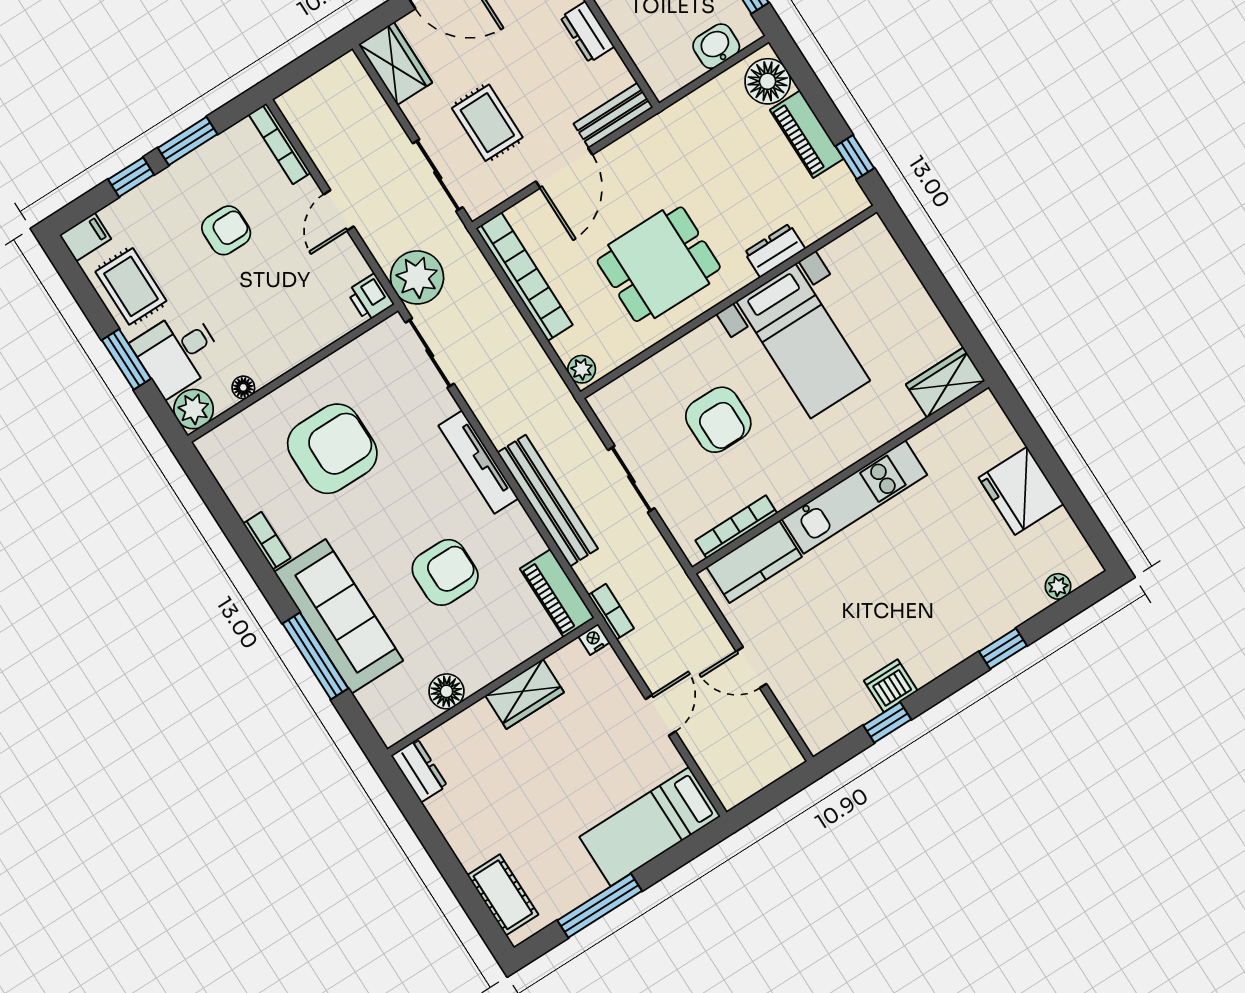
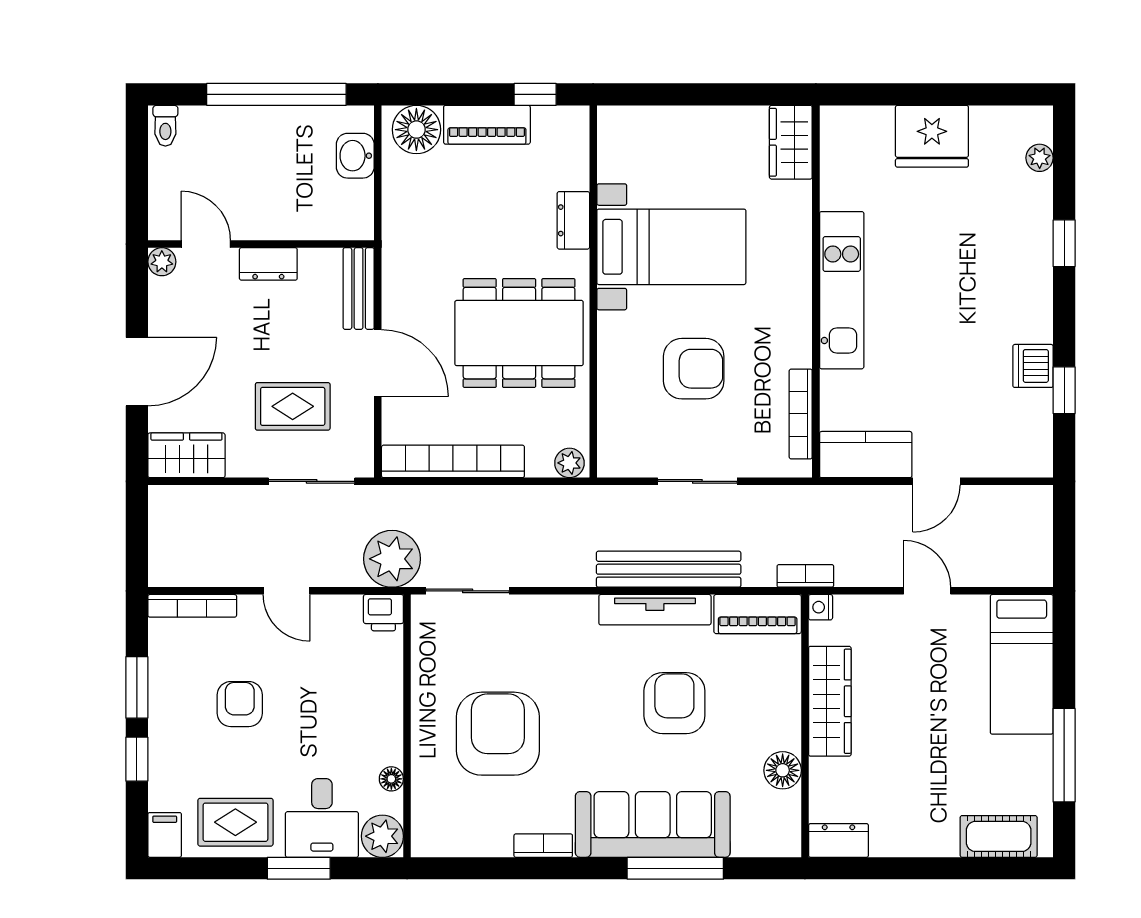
dining table: (659, 264) -> (519, 333), width x1.38
tv unit: (478, 462) -> (655, 610), moved
kitchen counter: (754, 562) -> (866, 455), moved, turned -90
wardrobe: (525, 694) -> (830, 701), width x1.50

